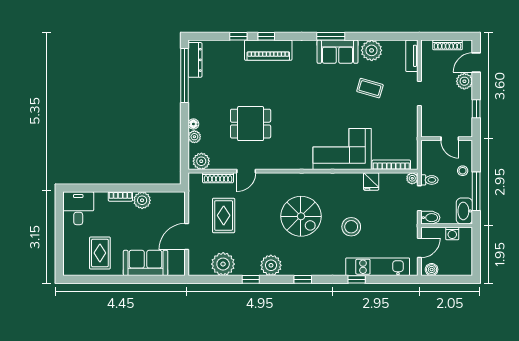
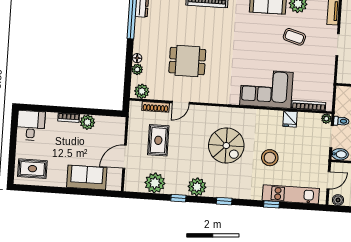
rug: (100, 253) -> (32, 169), moved, turned 90

